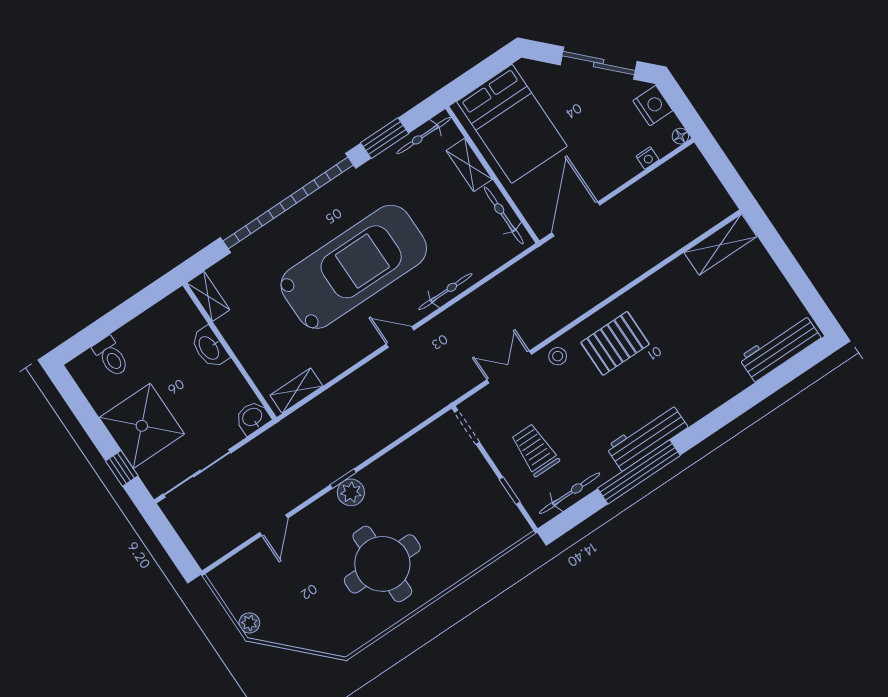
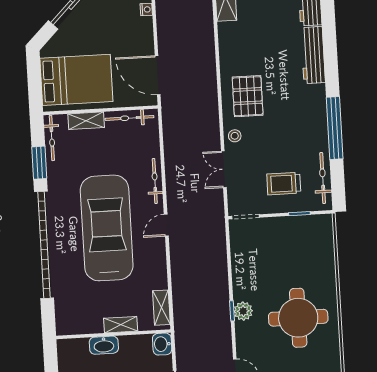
shelving: (208, 296) -> (121, 325), moved
workbench: (647, 437) -> (313, 55), moved

